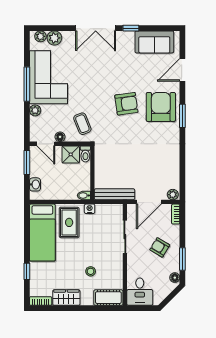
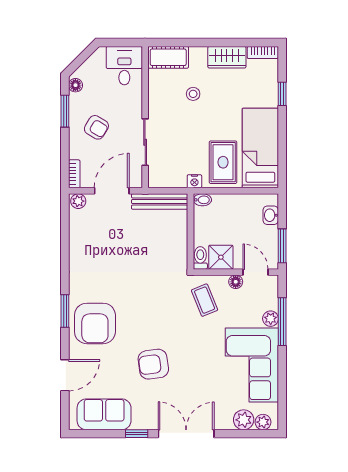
window: (27, 84) -> (282, 322), moved
armchair: (126, 104) -> (153, 364), moved

